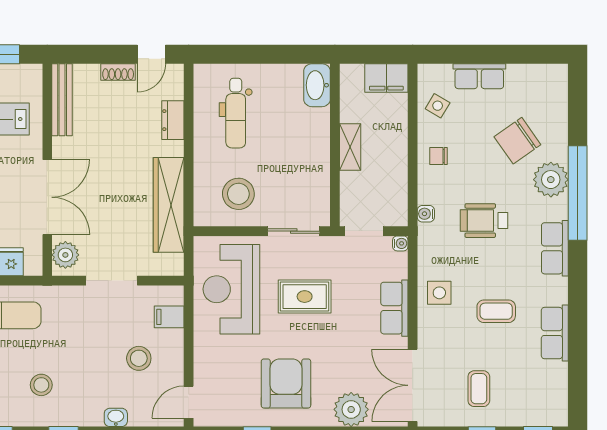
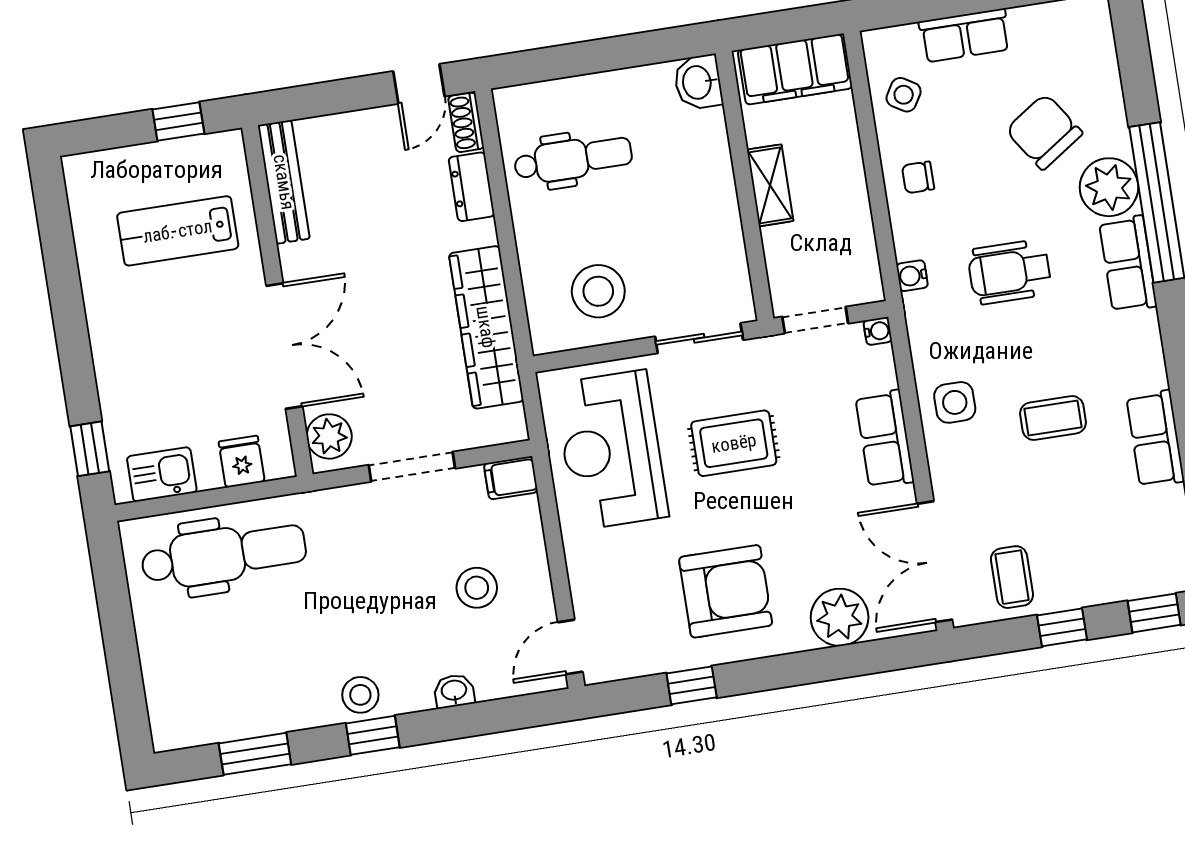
shoe rack: (118, 72) -> (466, 122), moved, turned 90
filing cabinet: (386, 78) -> (795, 69), width x1.50, depth x1.17
washbasin: (317, 85) -> (698, 82), width x0.72
dental chair: (236, 113) -> (573, 159), turned -90
chair: (517, 141) -> (1044, 132), turned 91
row of seats: (555, 248) -> (1128, 264), moved
filing cabinet: (169, 317) -> (511, 478), moved
armchair: (286, 384) -> (726, 591), turned 90
stool: (41, 385) -> (360, 695), moved
coffee table: (479, 389) -> (1012, 577), moved

